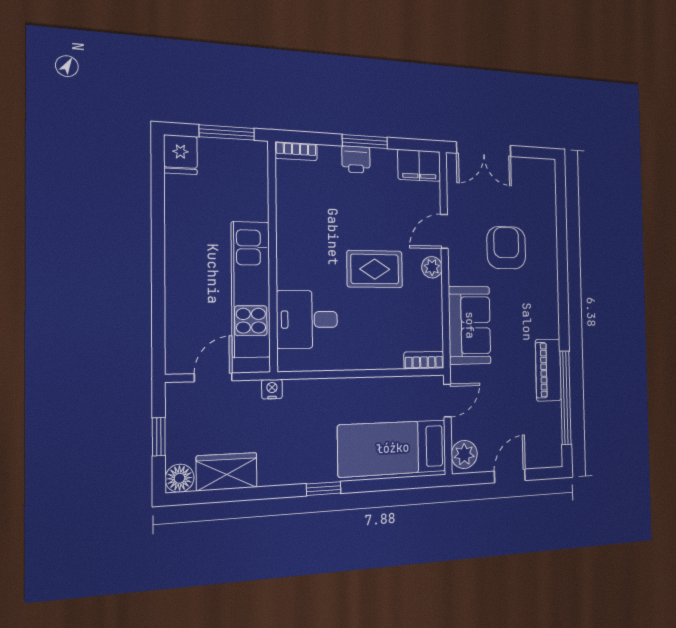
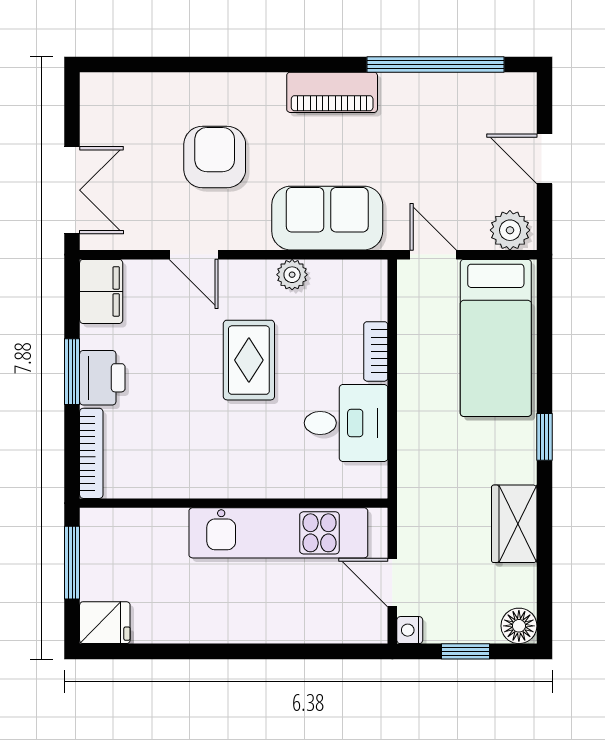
bookcase: (296, 151) -> (91, 453), width x1.56
printer: (356, 160) -> (102, 378), width x1.36, depth x1.24
armchair: (506, 248) -> (215, 157), turned 90
plant: (432, 267) -> (292, 275), moved
desk: (307, 319) -> (346, 423), moved, turned -90
bookcase: (424, 360) -> (376, 351), moved
piano: (548, 370) -> (332, 92), moved
nightstand: (272, 389) -> (410, 630), moved
wardrobe: (227, 472) -> (514, 524), moved

